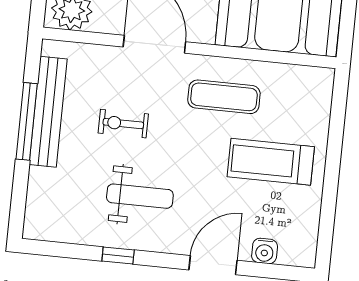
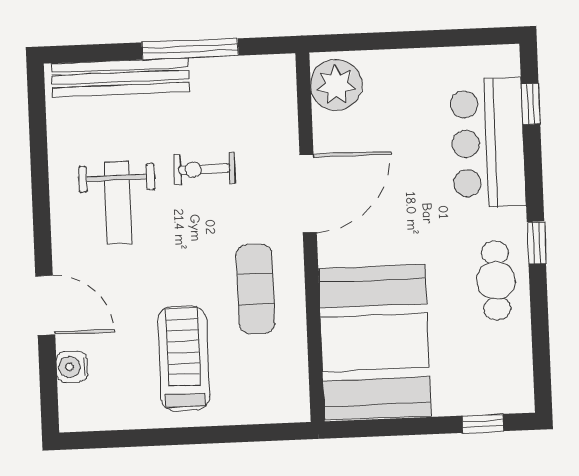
bench: (48, 112) -> (120, 77), moved
exercise bike: (123, 124) -> (205, 169), turned -90
window: (118, 255) -> (40, 186), removed

